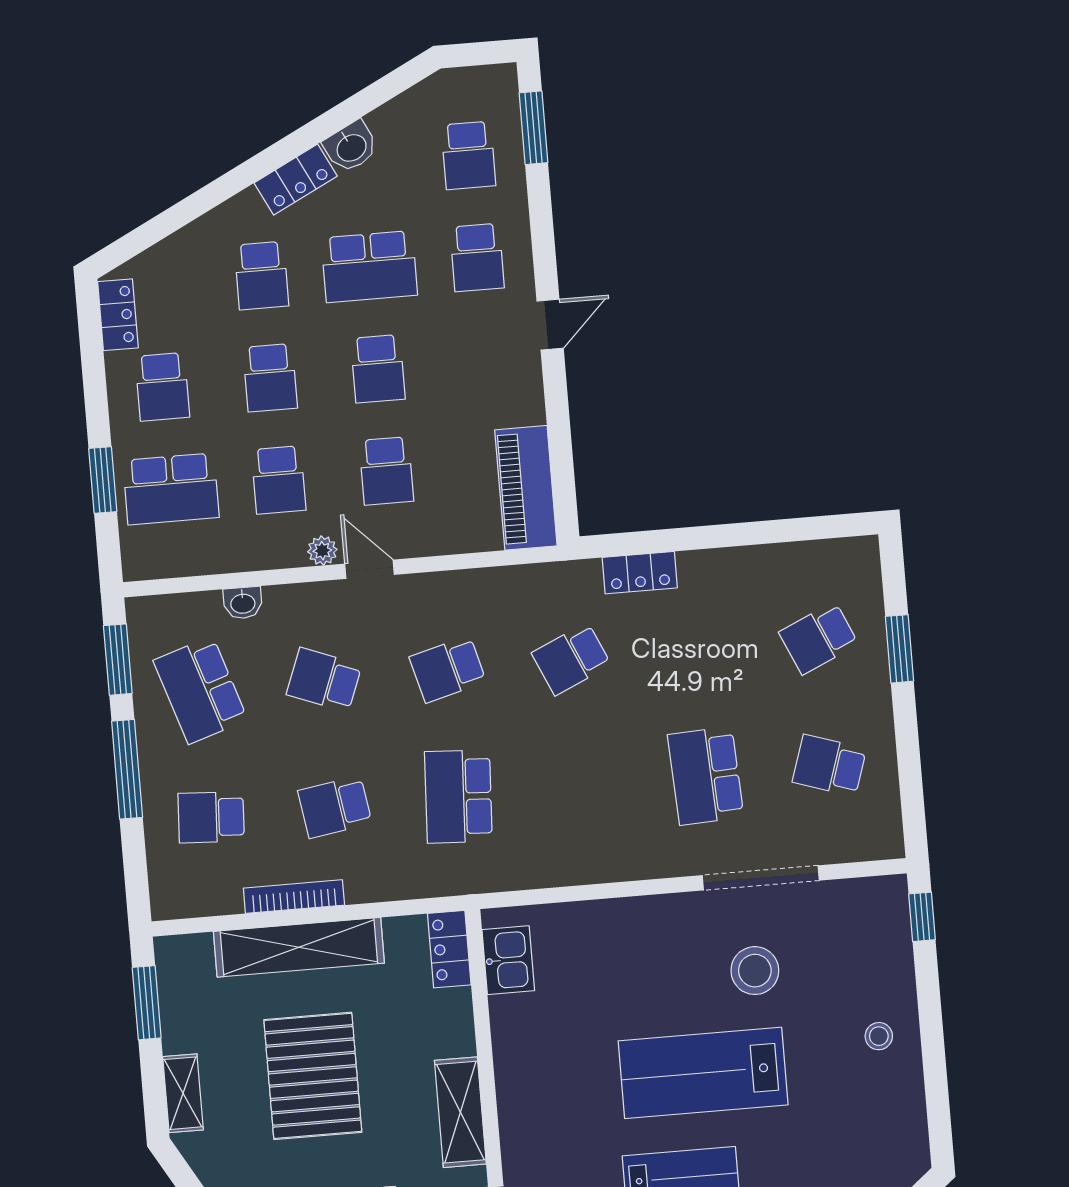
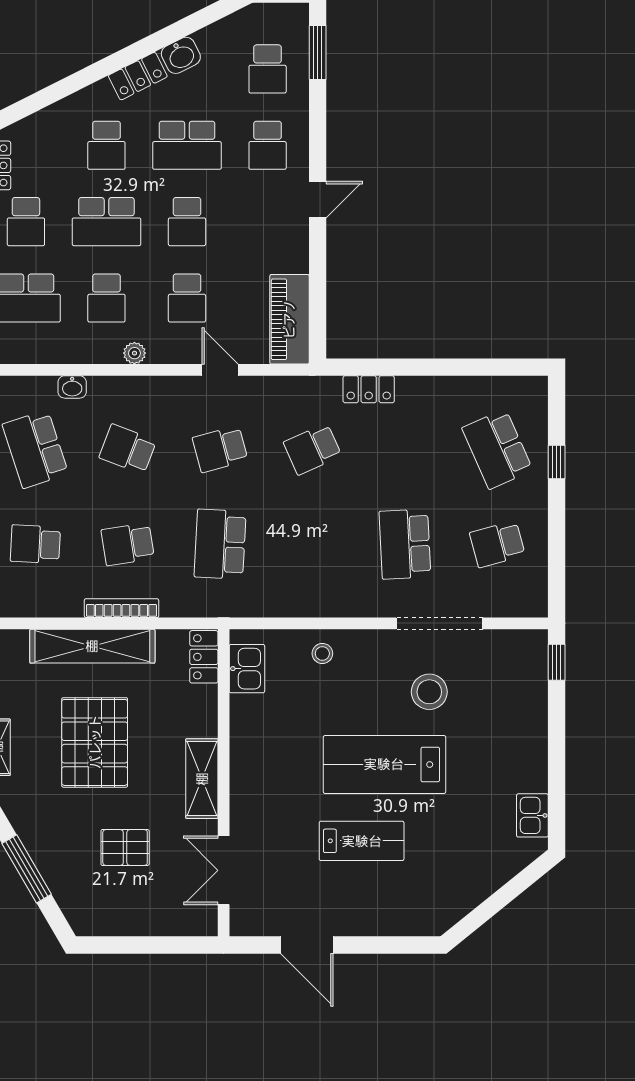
school desk: (270, 378) -> (106, 222), width x1.85
door: (369, 569) -> (220, 370), moved
school desk: (819, 638) -> (497, 449), width x1.85
window: (900, 649) -> (557, 462), width x0.67
school desk: (829, 765) -> (497, 544), turned -33
bookcase: (294, 897) -> (121, 608), moved
stool: (879, 1036) -> (322, 653), moved
kitchen sink: (907, 1124) -> (532, 815), added

